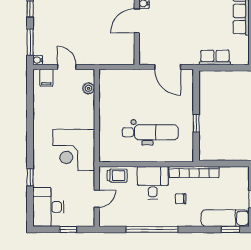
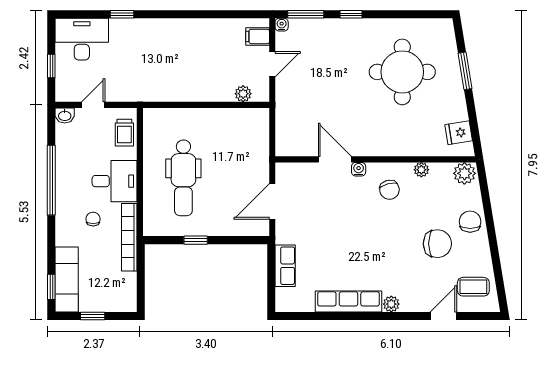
corner desk: (74, 150) -> (159, 74), removed
door: (97, 199) -> (93, 105), swing flipped
washbasin: (104, 220) -> (65, 115), added

